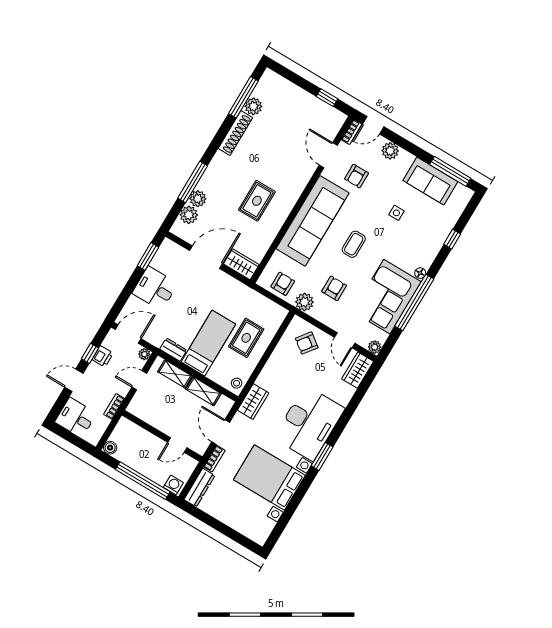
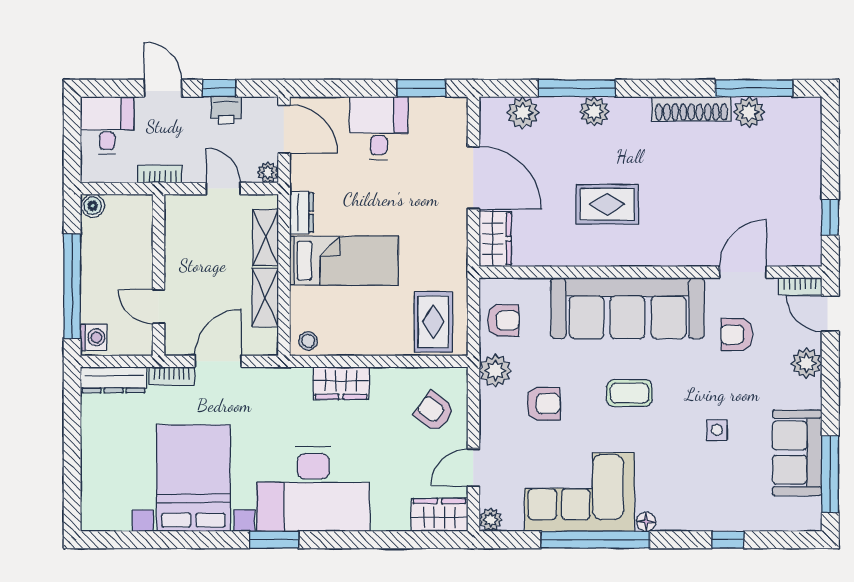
plant: (198, 199) -> (594, 111), moved
rug: (246, 338) -> (433, 322), moved, turned 90
wardrobe: (253, 402) -> (341, 383), moved

